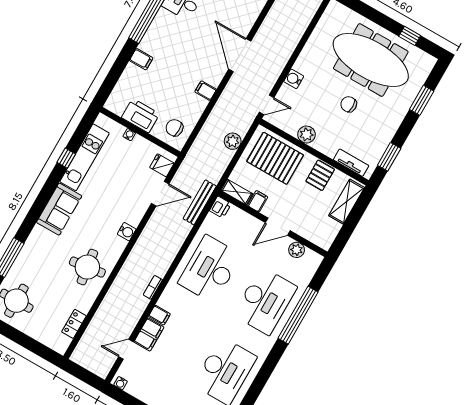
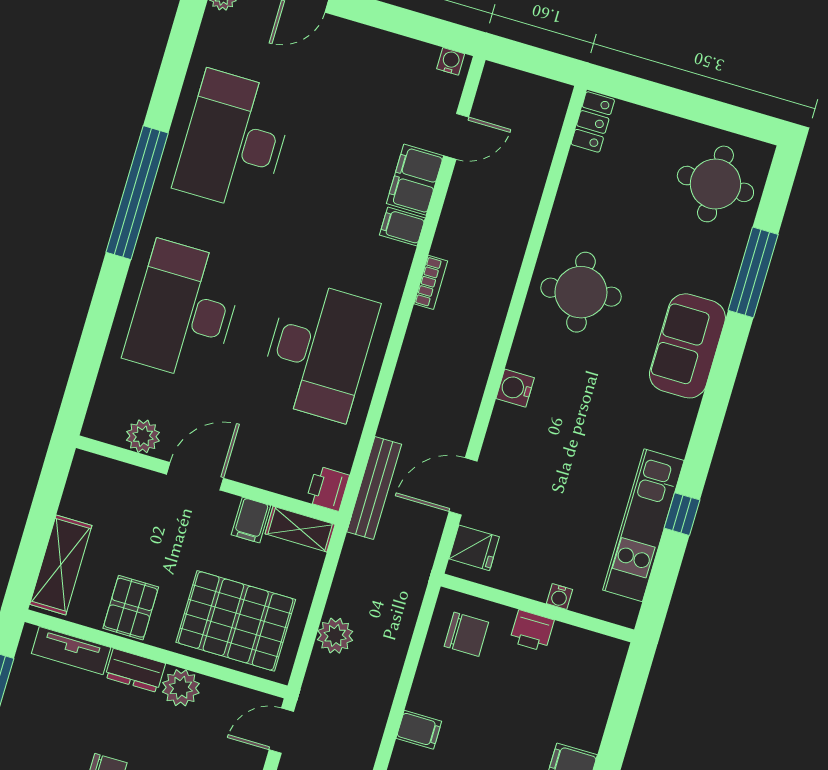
printer: (141, 116) -> (532, 631), width x0.53, depth x0.68
dresser: (325, 147) -> (135, 670), added
sofa: (59, 209) -> (687, 346), moved
window: (298, 315) -> (137, 193), moved
locker: (74, 324) -> (593, 122), moved

